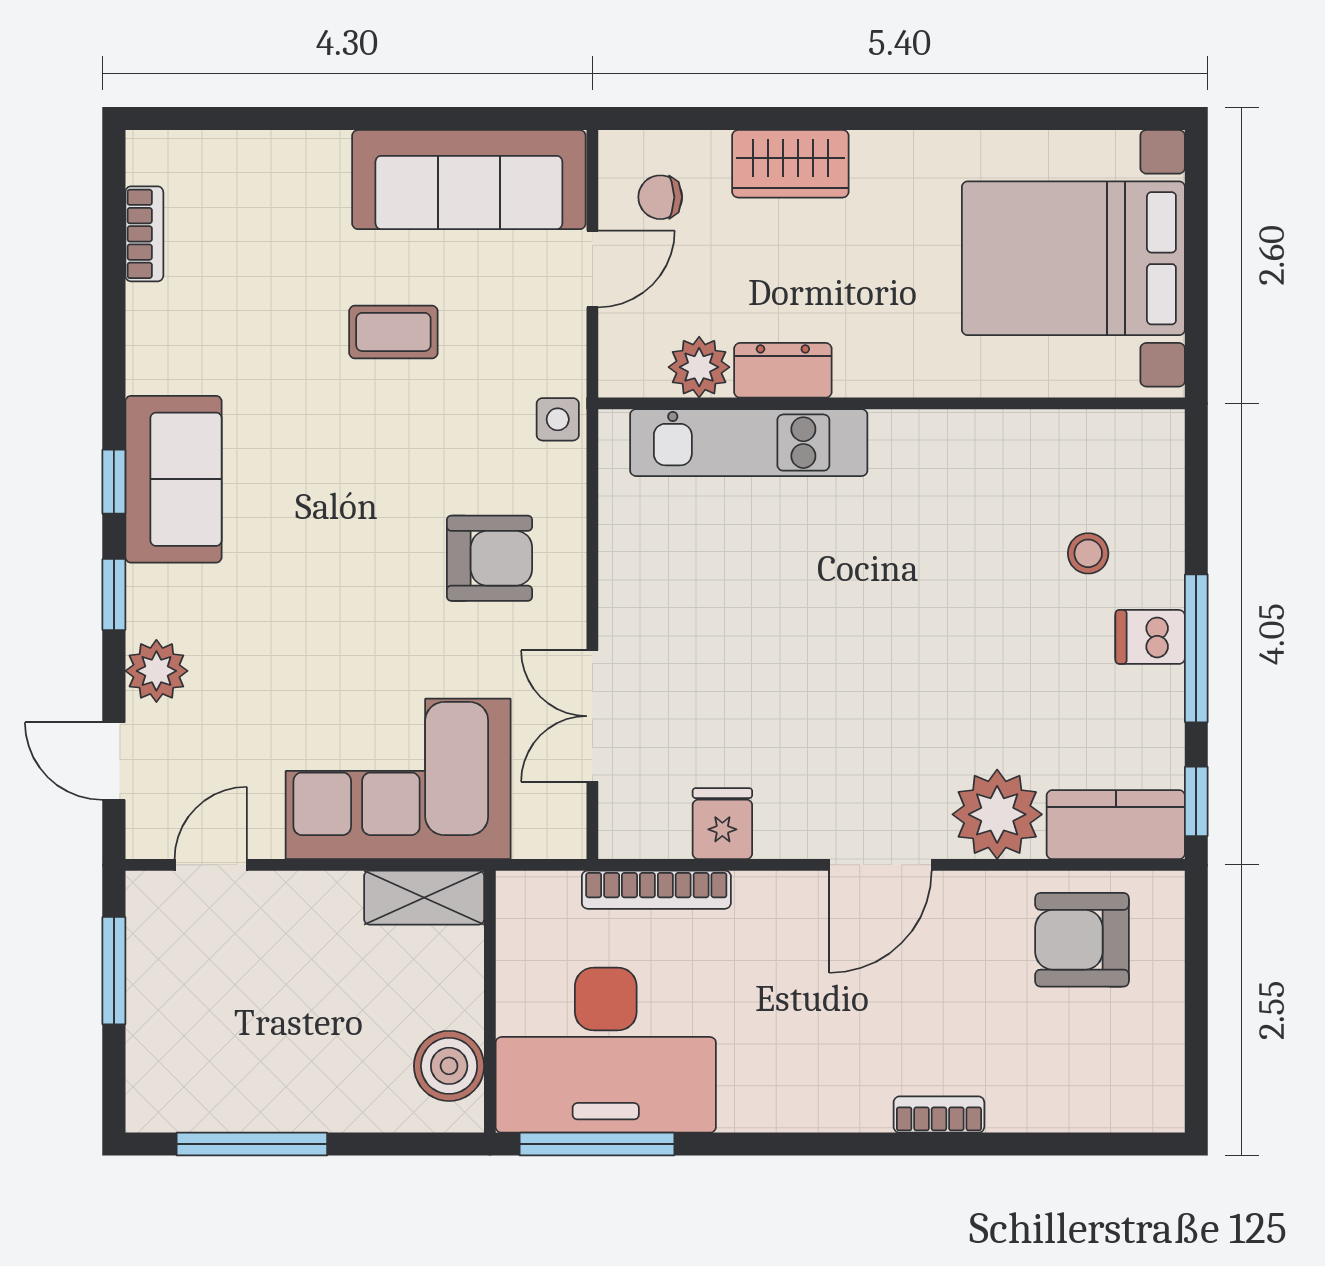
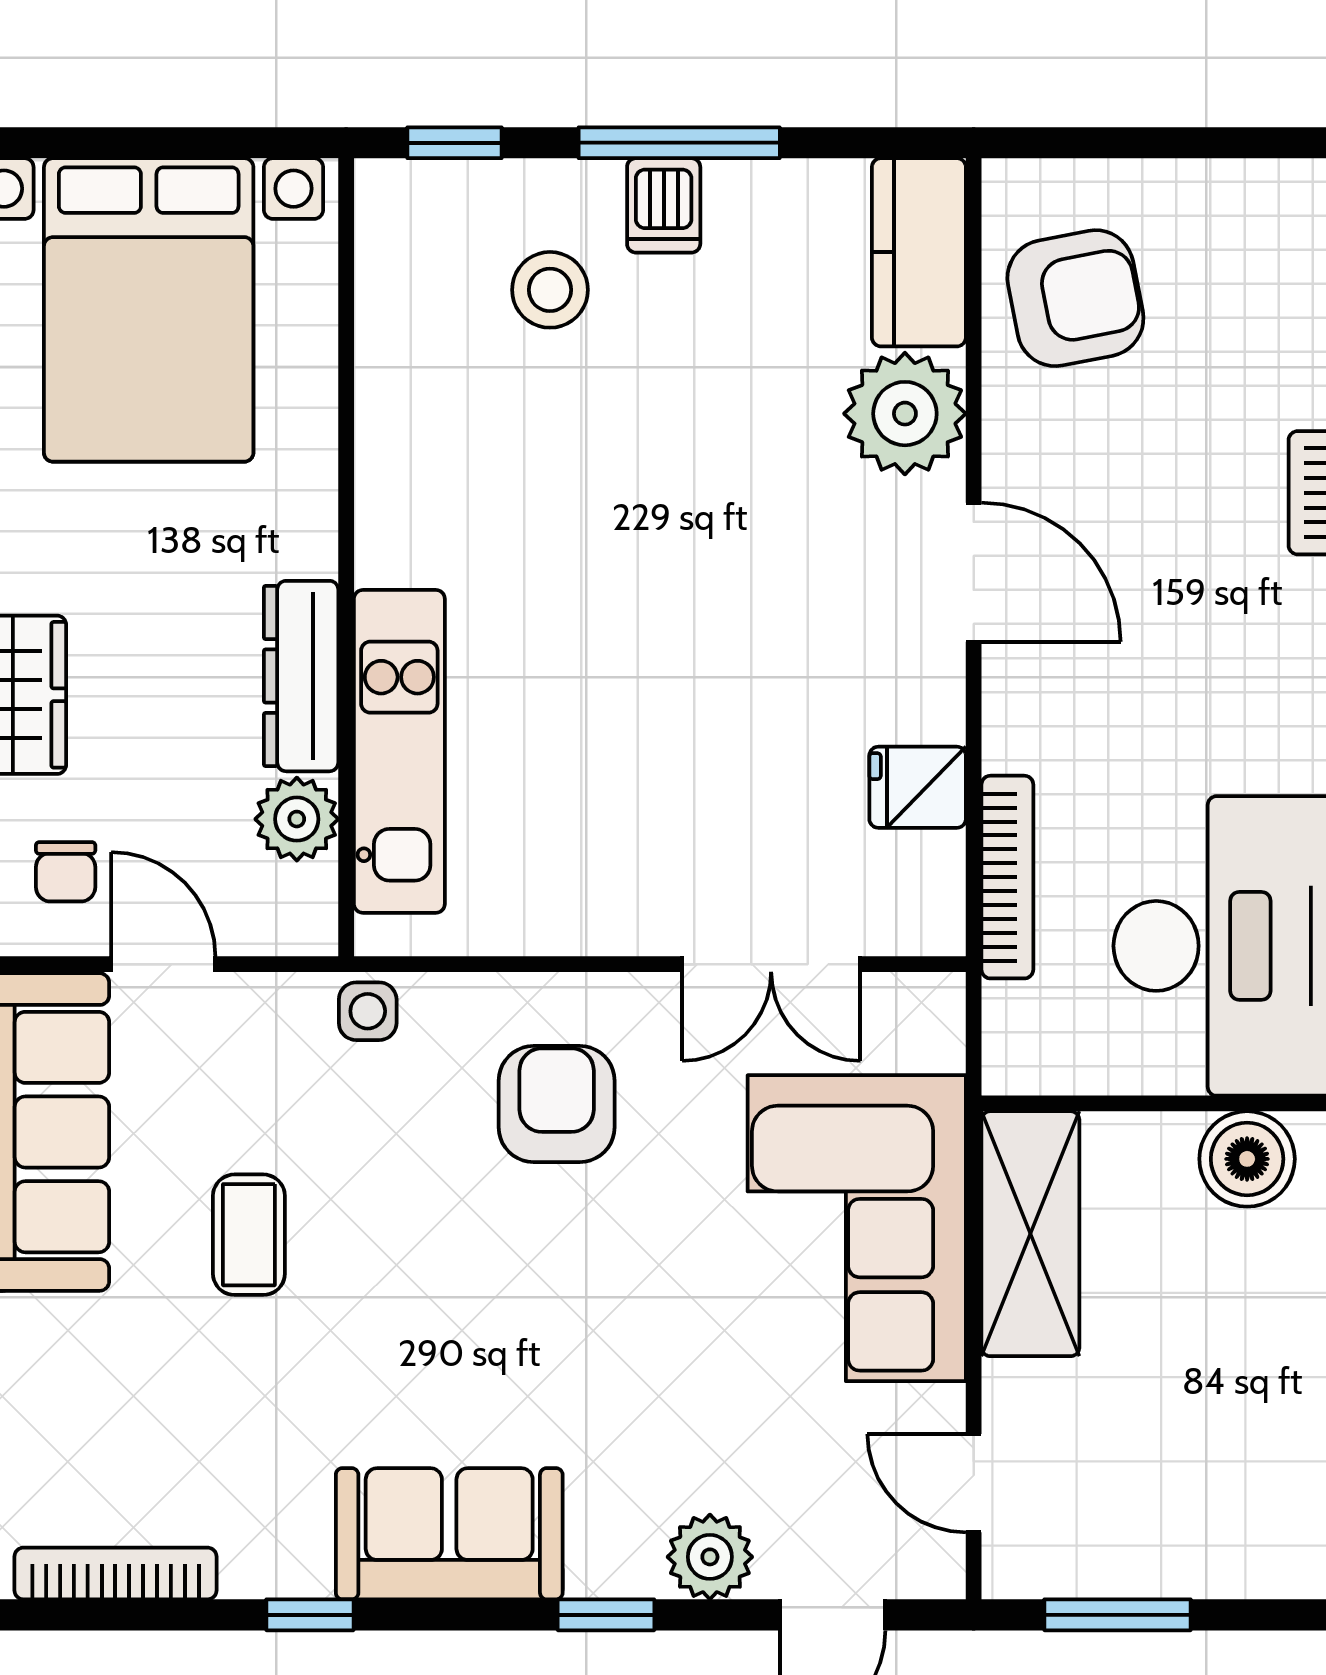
bookcase: (144, 234) -> (115, 1573), width x1.56
dresser: (783, 370) -> (301, 676), width x1.44
window: (114, 482) -> (310, 1615), moved
stool: (1088, 553) -> (550, 290), width x1.37, depth x1.37
window: (1196, 801) -> (455, 143), moved
shelving: (424, 898) -> (1030, 1234), width x1.50, depth x1.33
armchair: (1082, 940) -> (1075, 298), turned -101

